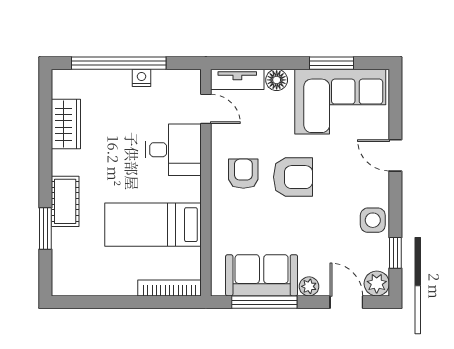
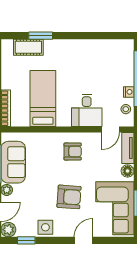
stool: (171, 83) -> (126, 109), added
wardrobe: (66, 124) -> (102, 48), removed
armchair: (293, 177) -> (69, 197), moved, turned -86
cot: (65, 201) -> (28, 47), moved

